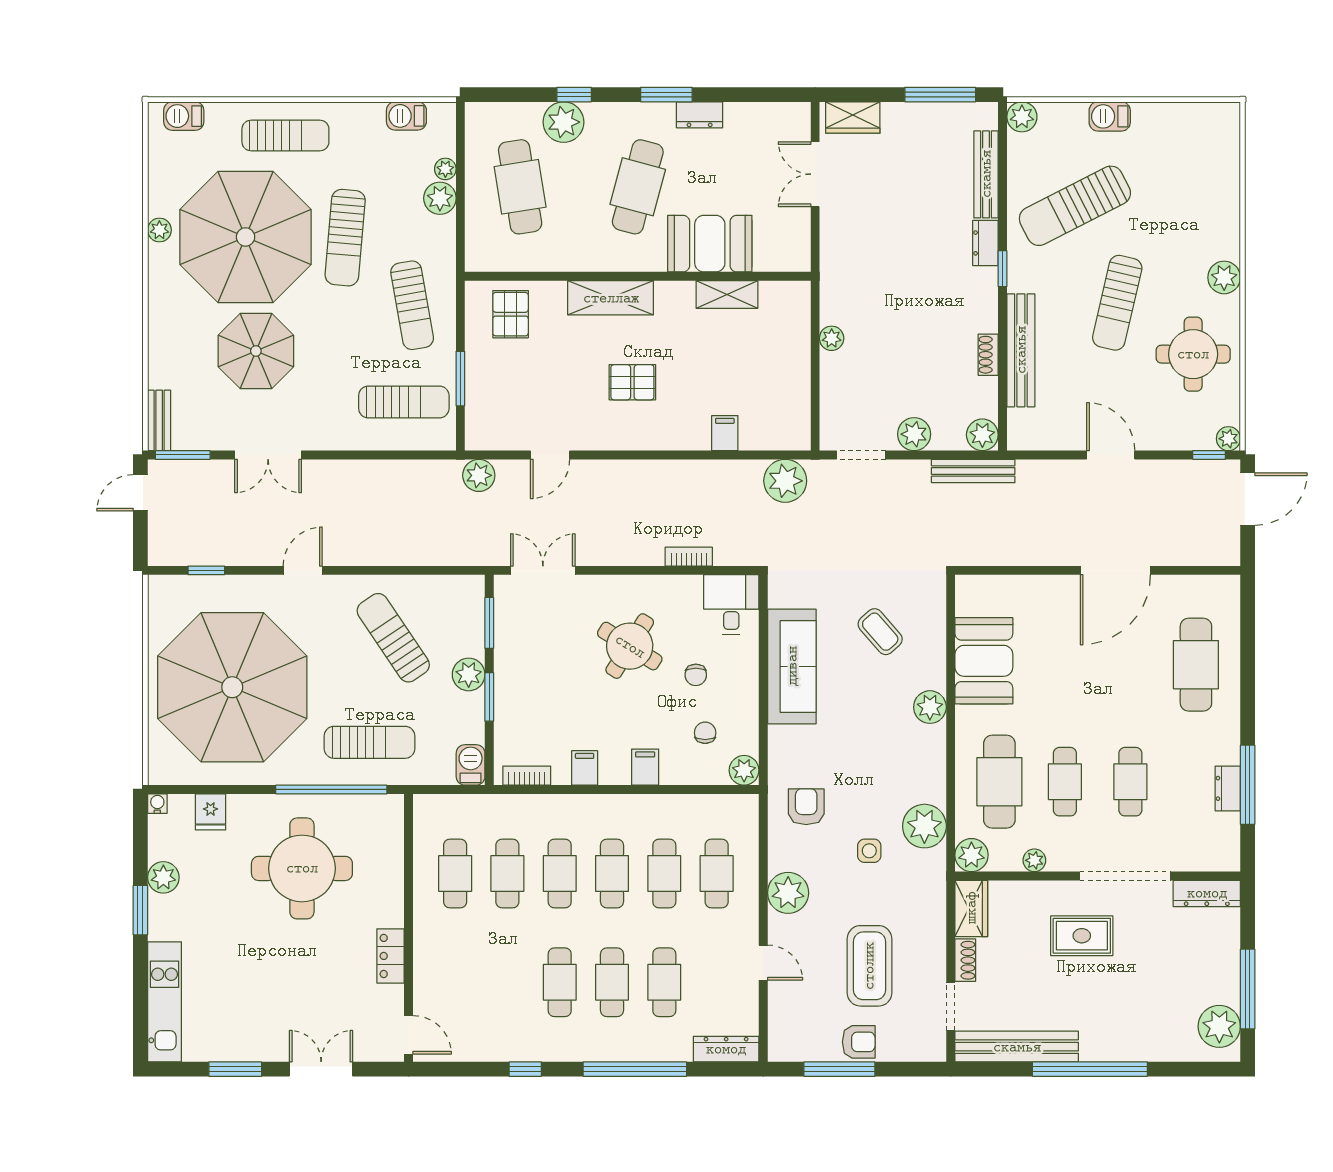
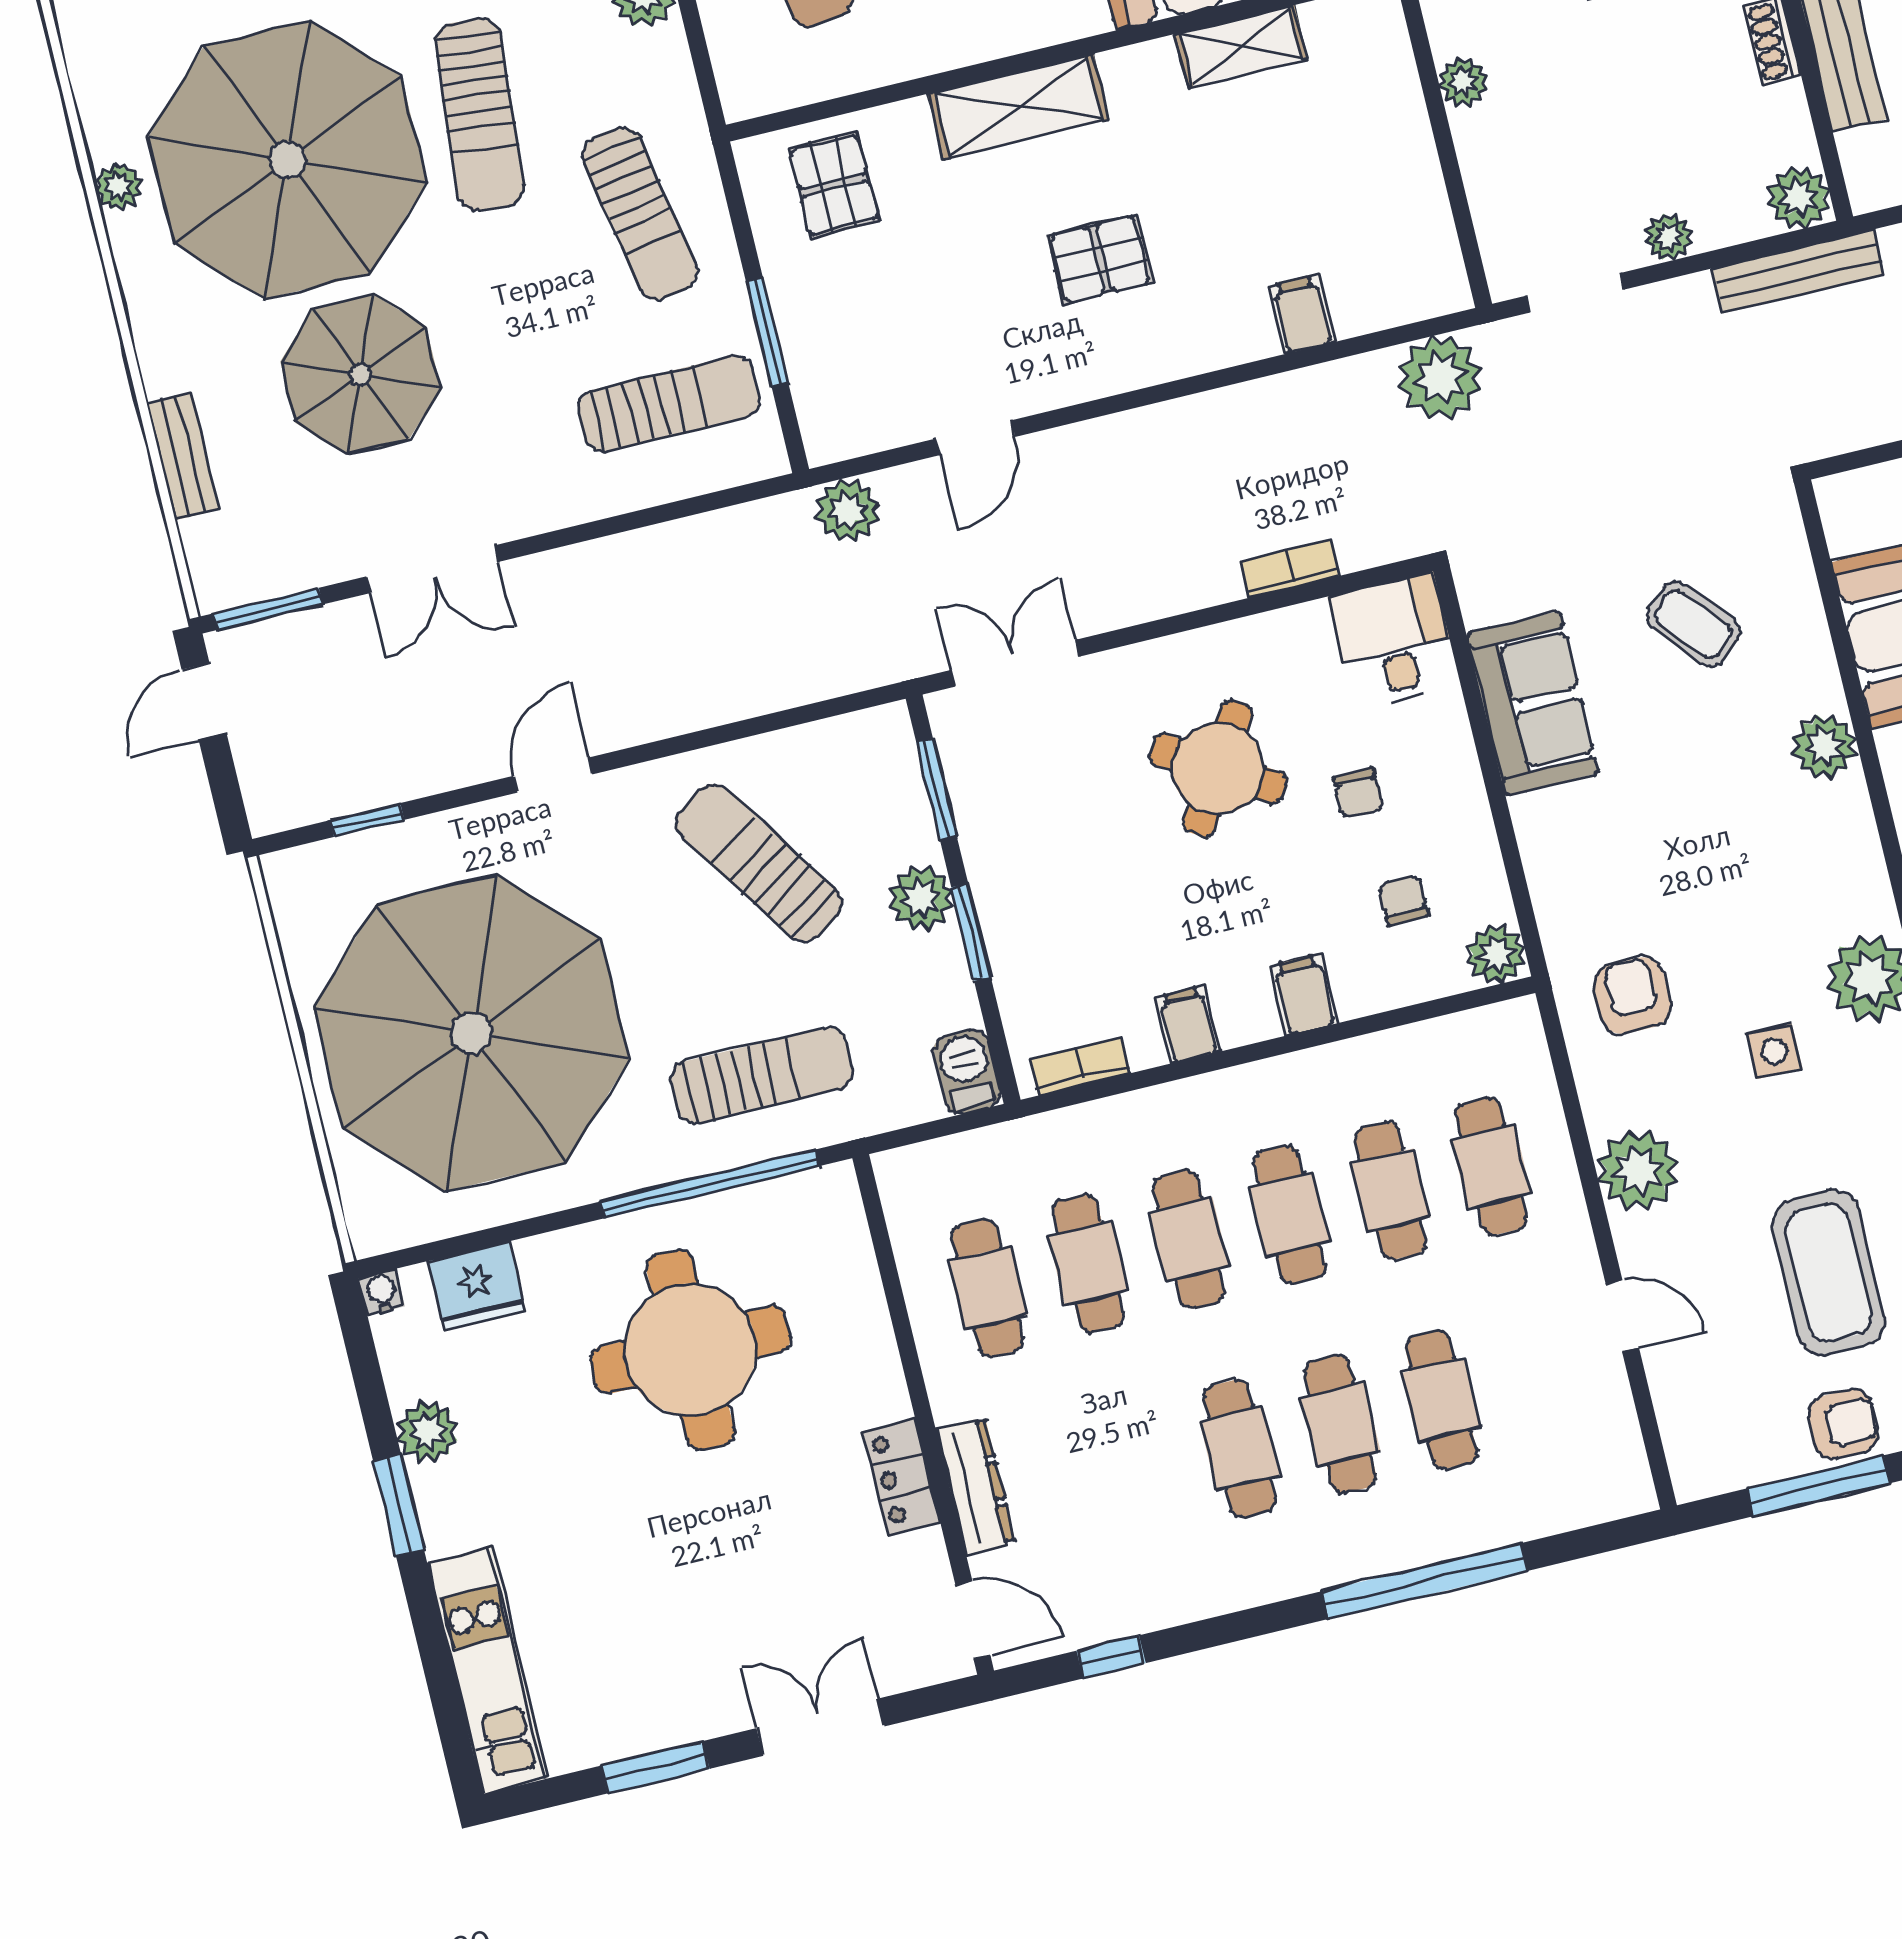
bench: (159, 420) -> (183, 457), moved
plant: (914, 434) -> (1669, 237), width x0.73, depth x0.73
sofa: (792, 666) -> (1533, 703), width x0.73
fridge: (211, 812) -> (477, 1286), width x1.38
dresser: (726, 1049) -> (975, 1486), moved, turned 90
window: (525, 1069) -> (1111, 1657), moved

